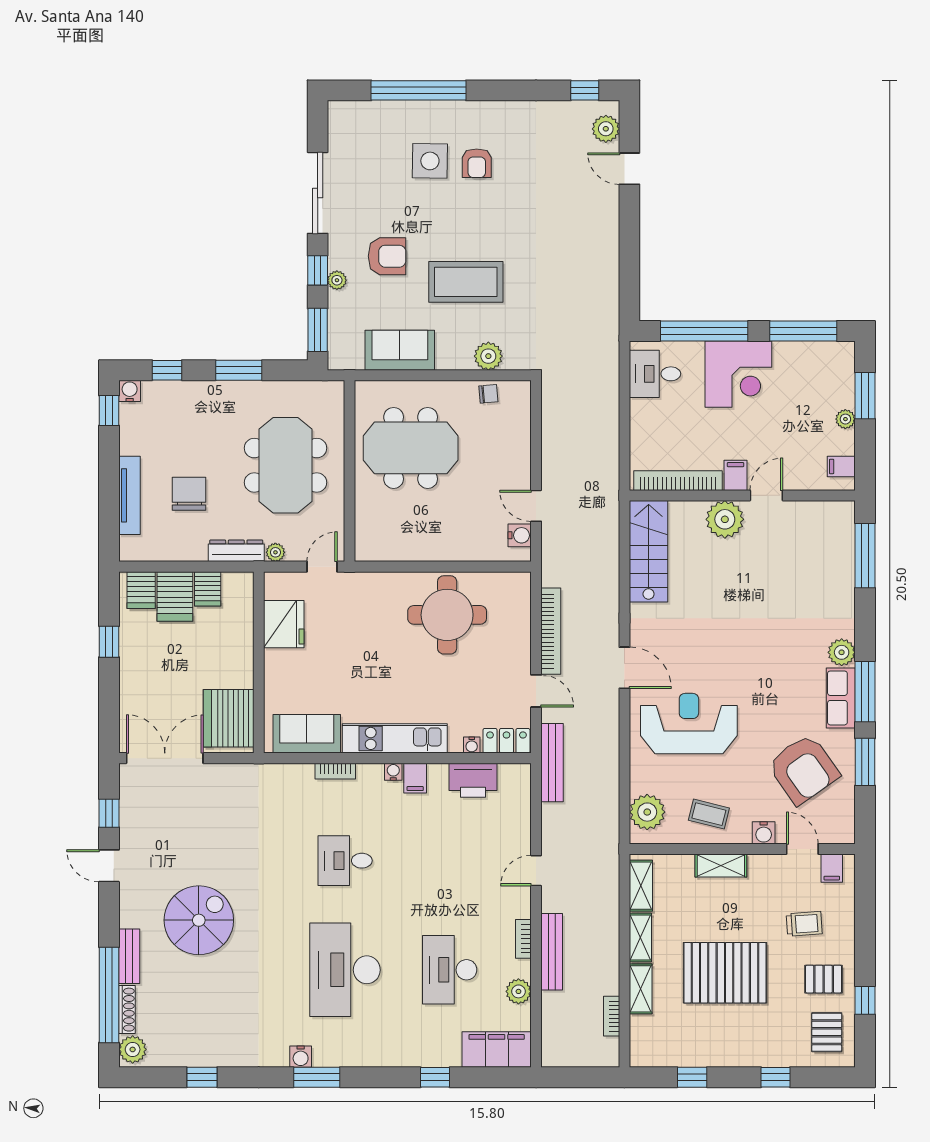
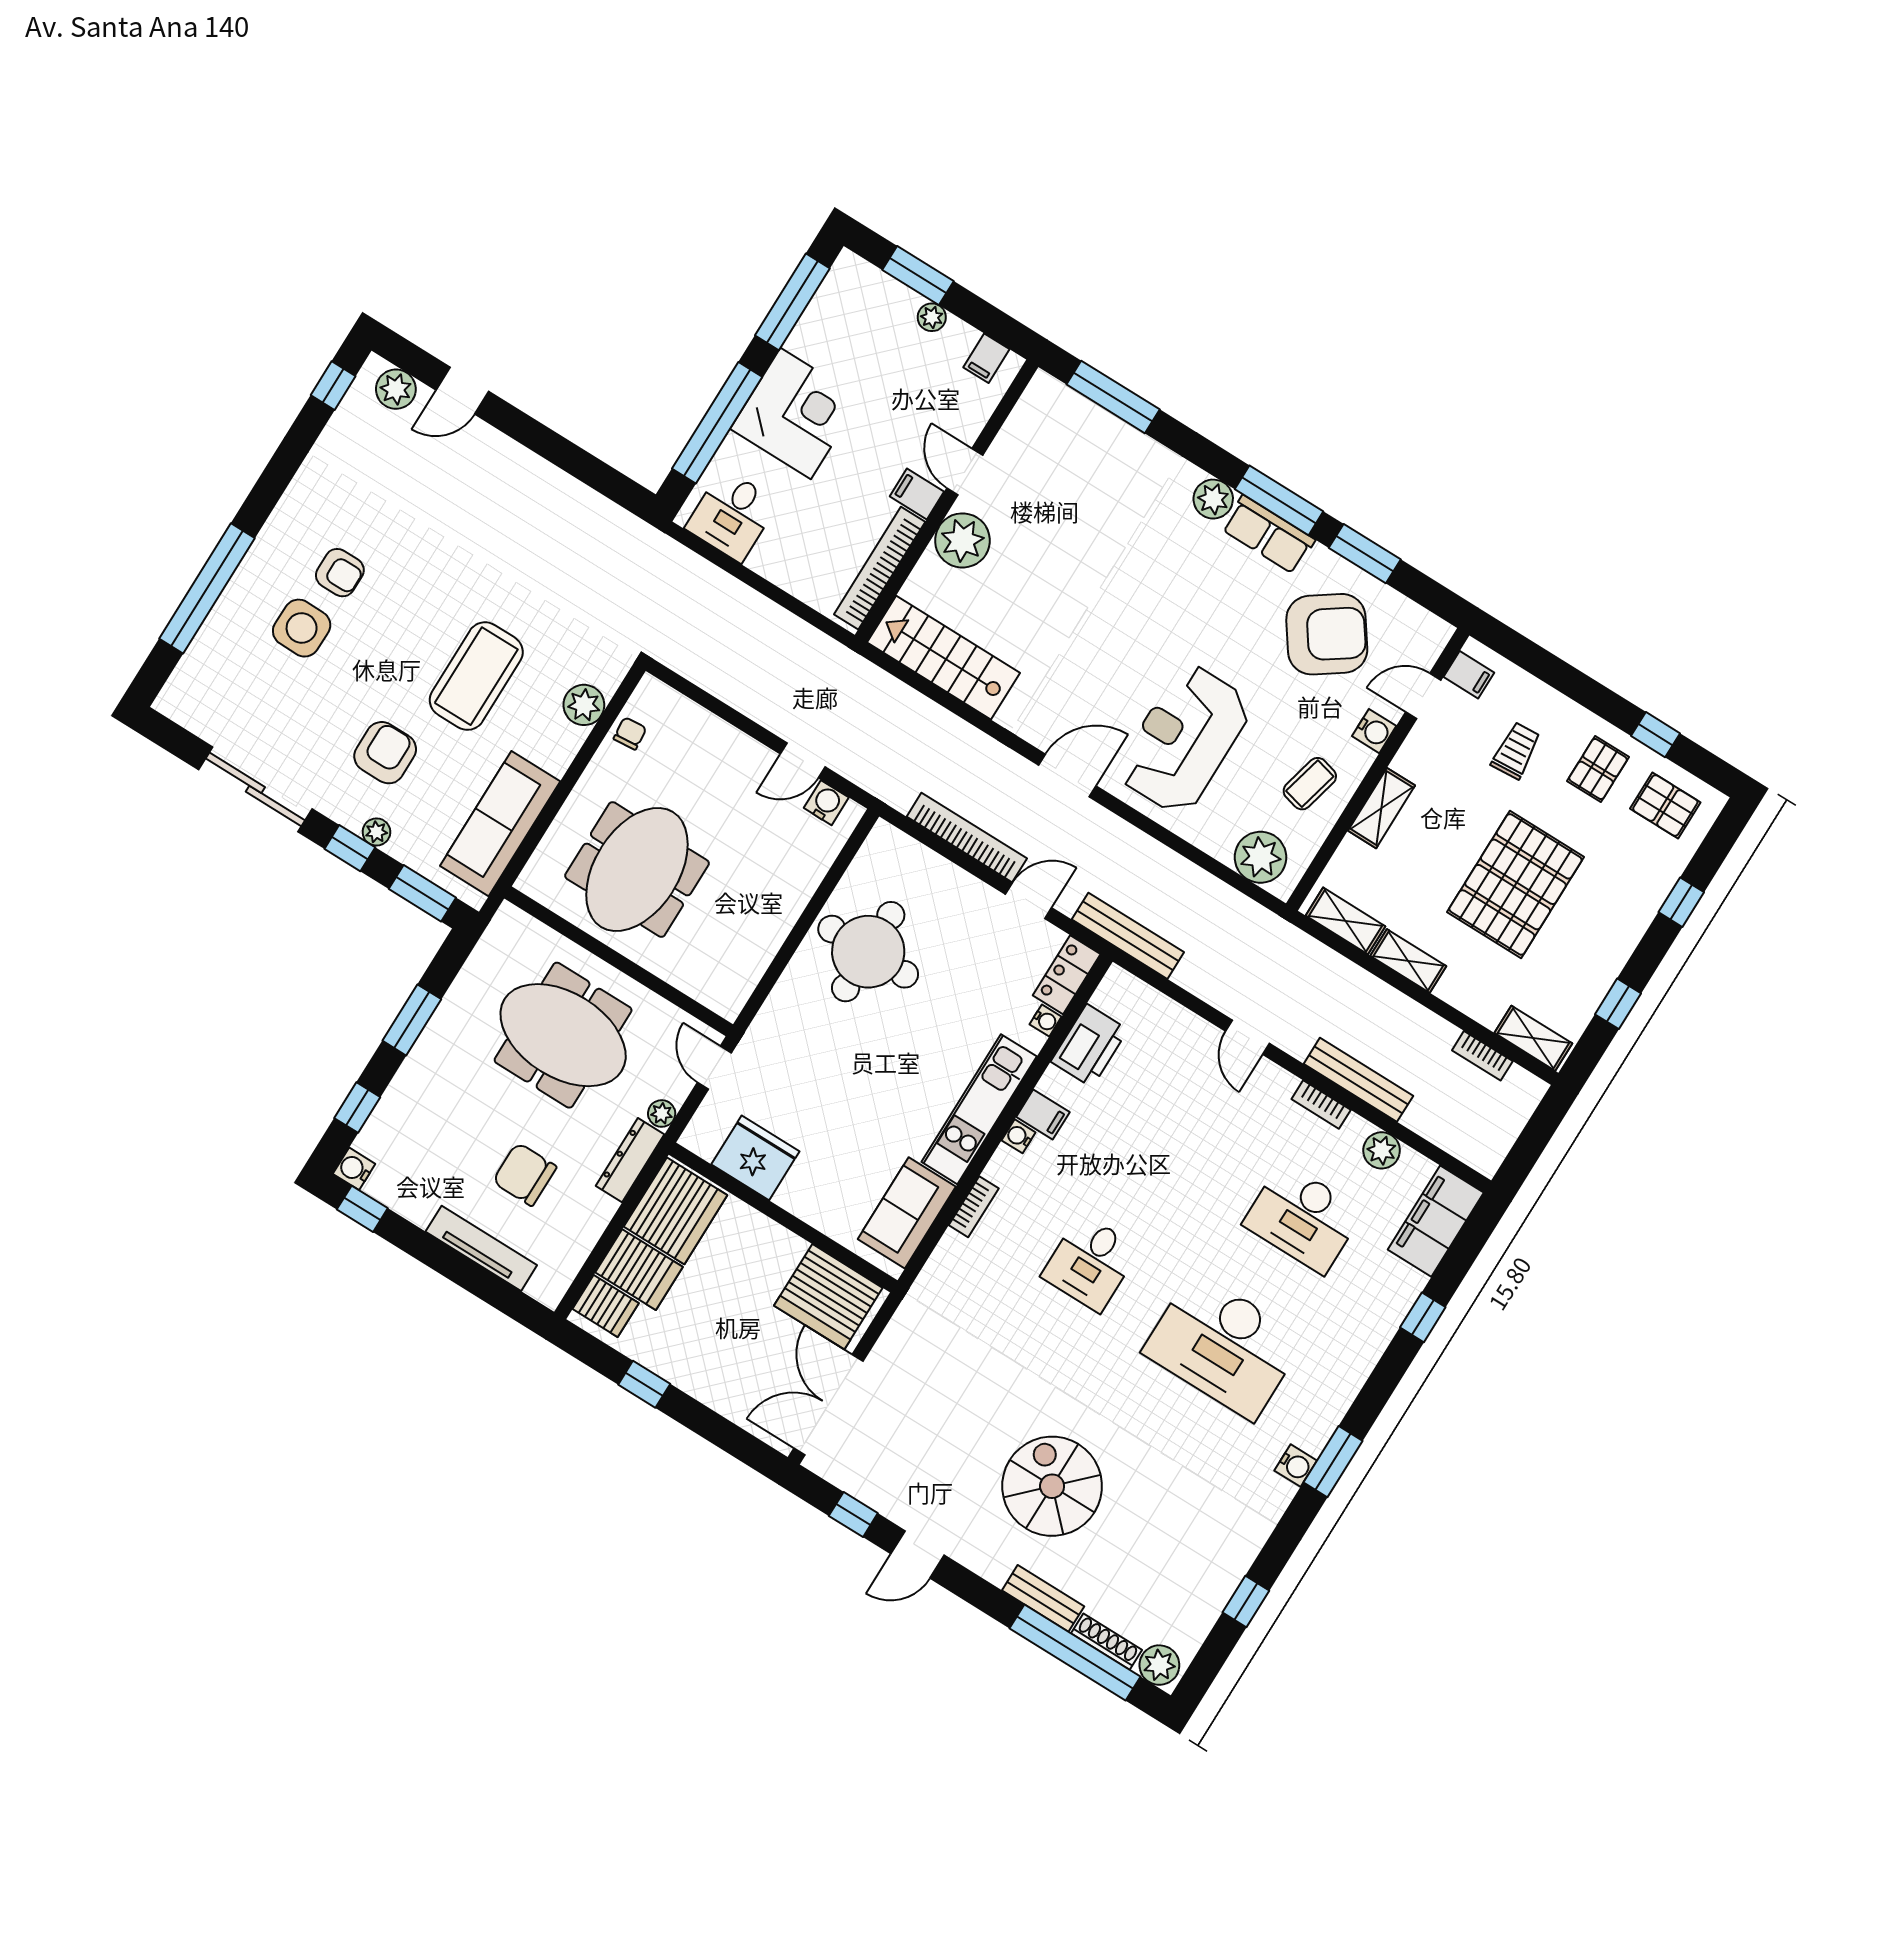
sofa: (400, 350) -> (500, 824), width x1.36
server rack: (208, 589) -> (676, 1211), width x2.18, depth x1.44
shelving: (641, 989) -> (1533, 1038), moved

